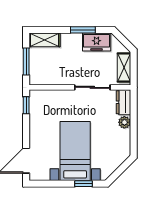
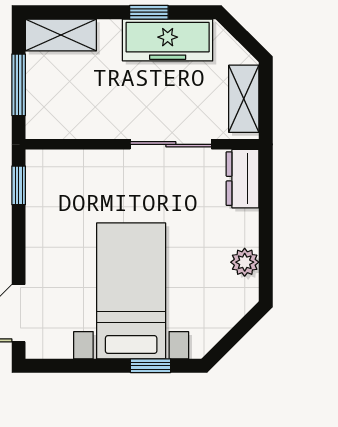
window: (83, 30) -> (149, 12), width x0.67
freezer: (97, 42) -> (168, 40), width x1.40
plant: (124, 122) -> (245, 262), moved

